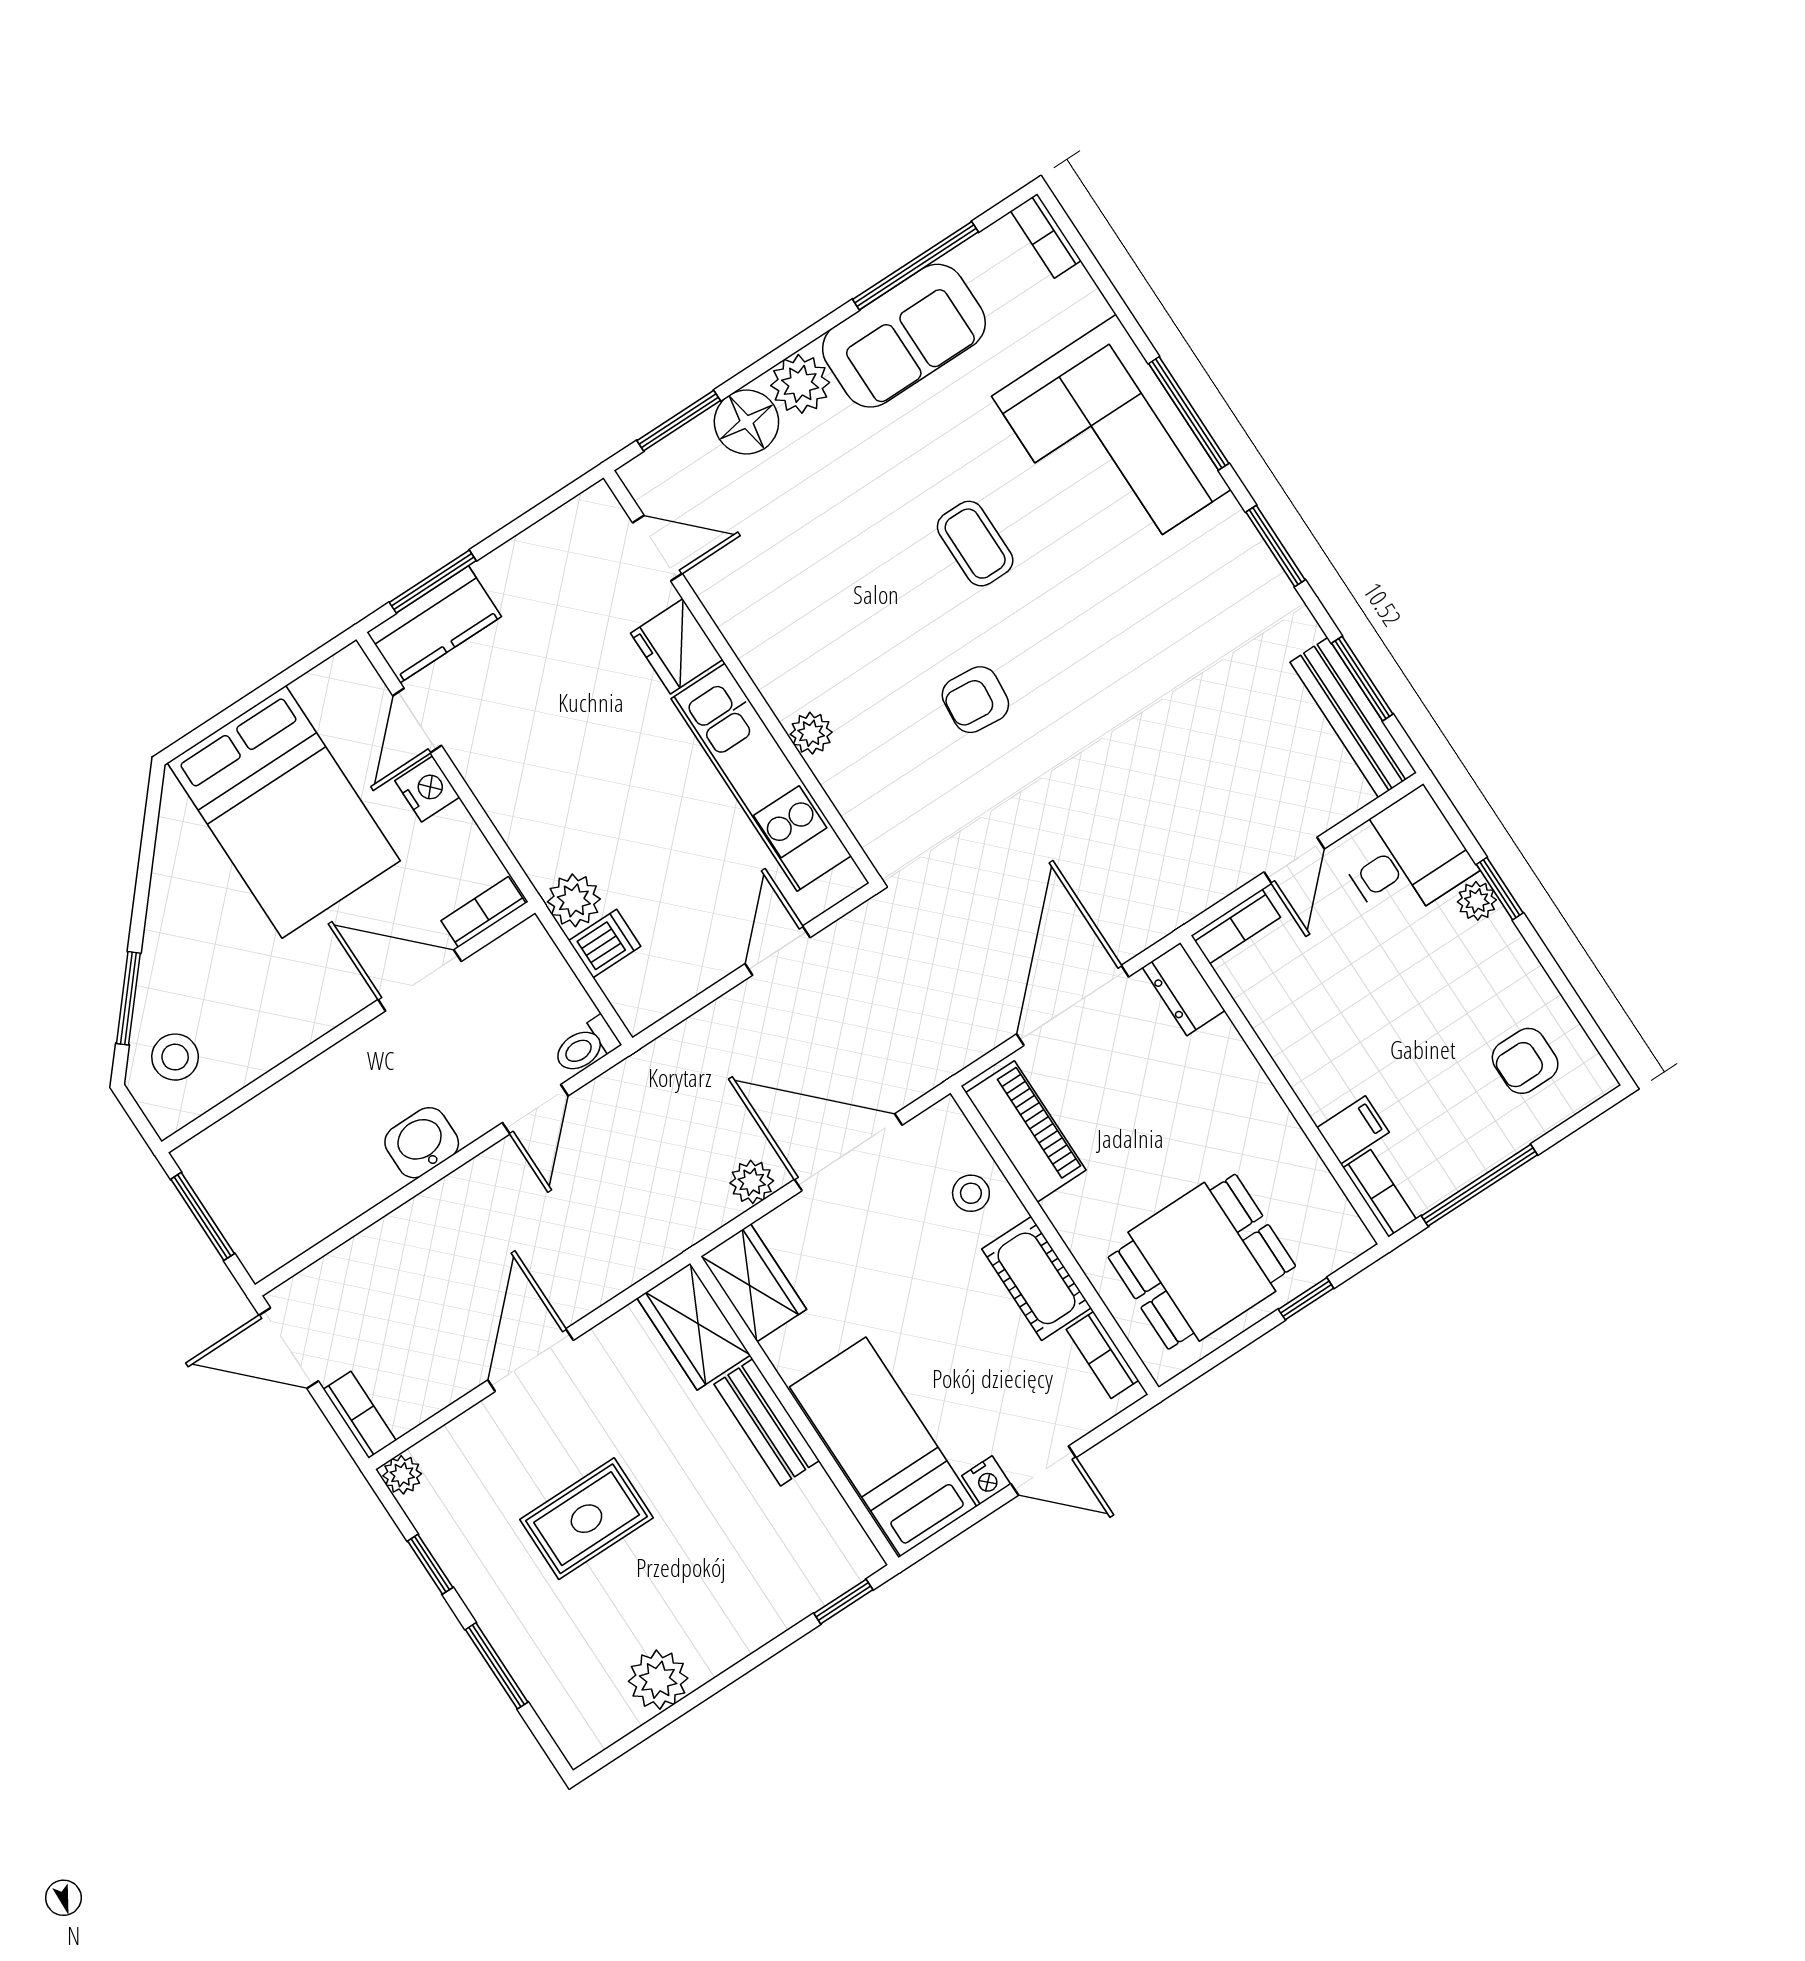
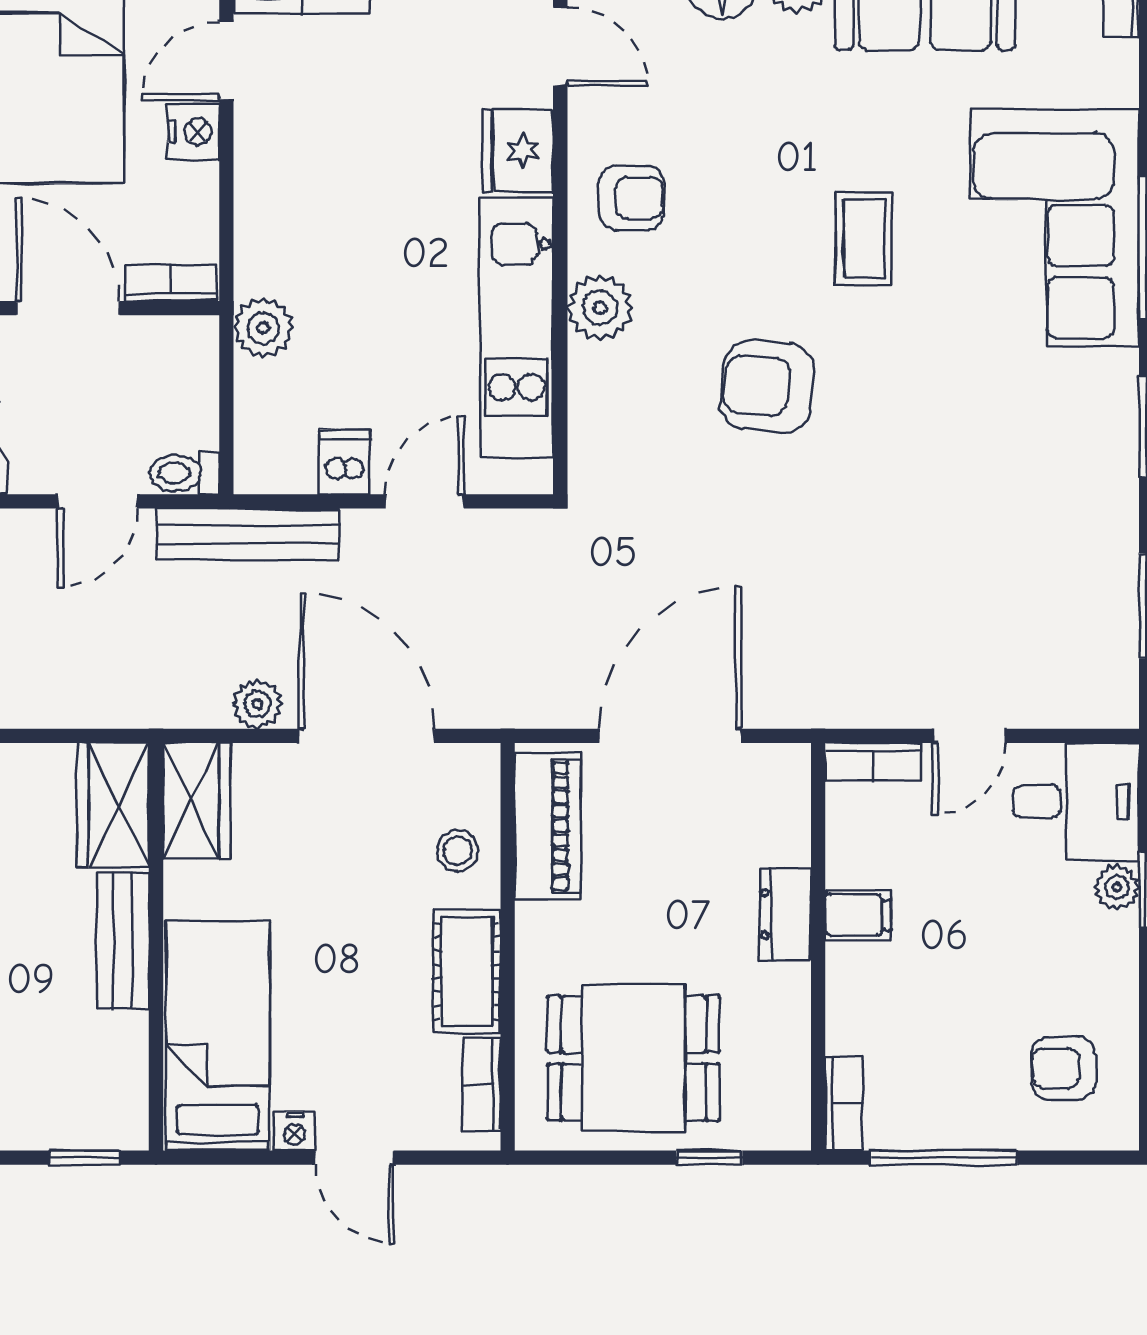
armchair: (783, 626) -> (631, 198), added
armchair: (975, 700) -> (767, 386), width x1.38, depth x1.38
bench: (1353, 718) -> (248, 534), moved, turned 90
plant: (811, 733) -> (600, 308), width x1.38, depth x1.38
dishwasher: (605, 943) -> (345, 462), moved, turned -90
dresser: (1184, 989) -> (785, 914), moved
filing cabinet: (1353, 1130) -> (858, 915), moved

